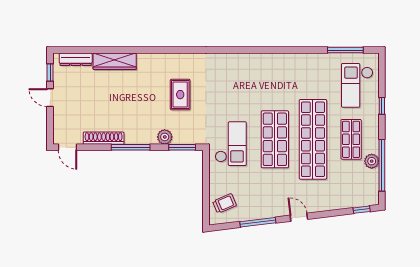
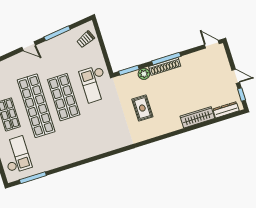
shoe rack: (104, 138) -> (165, 66), moved

